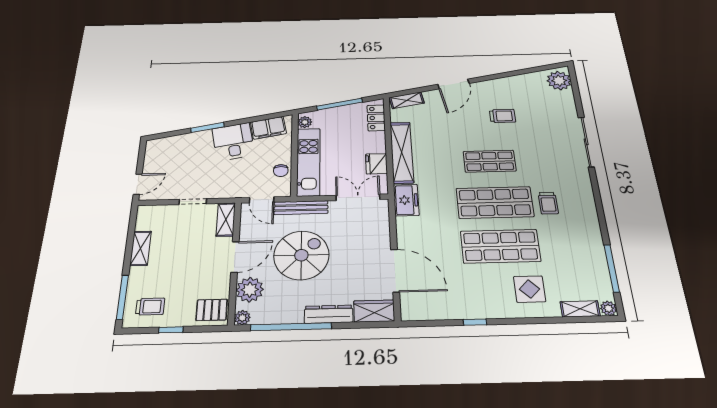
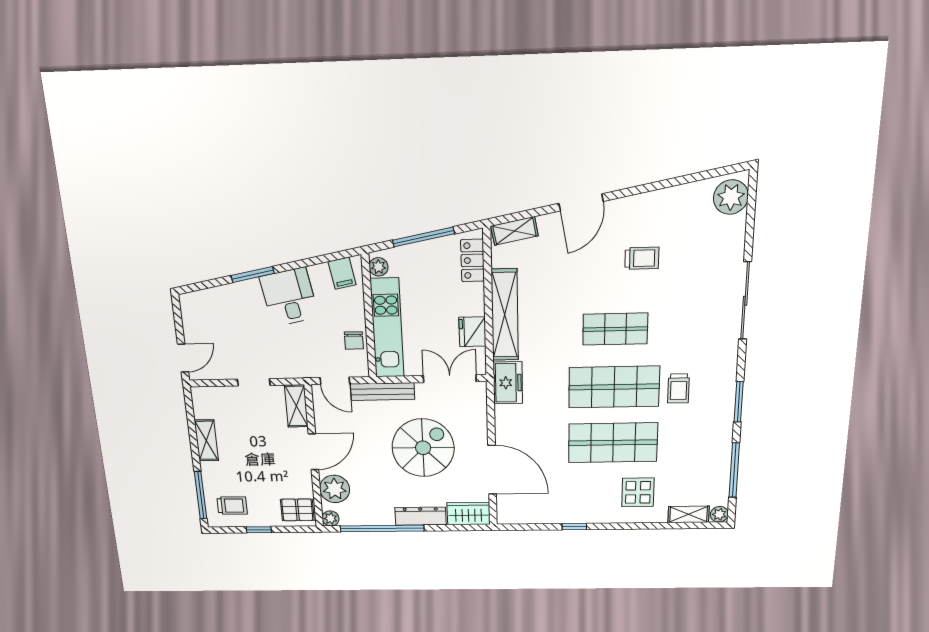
filing cabinet: (268, 128) -> (342, 273), width x0.50
window: (600, 213) -> (739, 402), added
spiral stairs: (301, 255) -> (423, 448), moved

